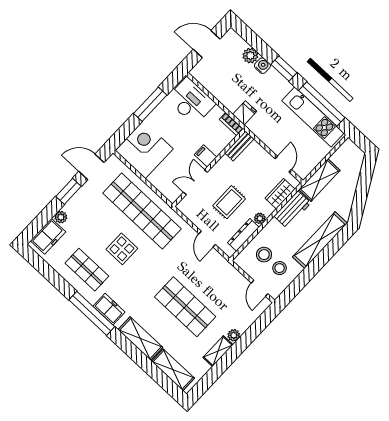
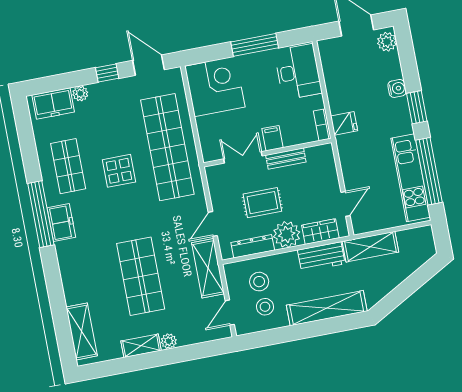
plant: (250, 56) -> (387, 42), moved
bench: (239, 146) -> (286, 159), moved
window: (68, 191) -> (107, 73), width x0.67
plant: (260, 218) -> (287, 234), width x1.87, depth x1.87
shelving: (140, 339) -> (208, 268), moved

